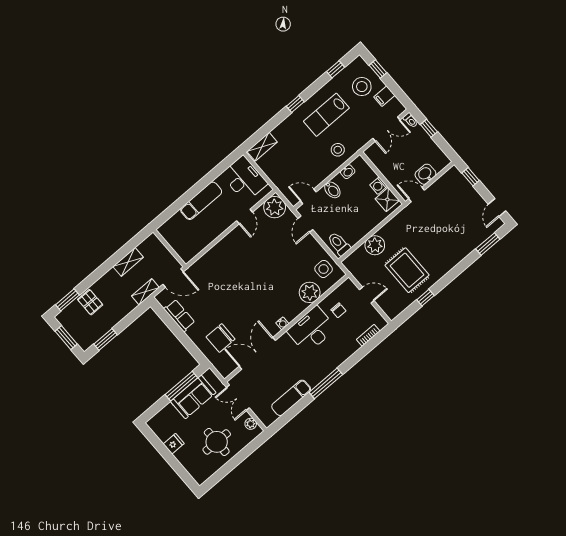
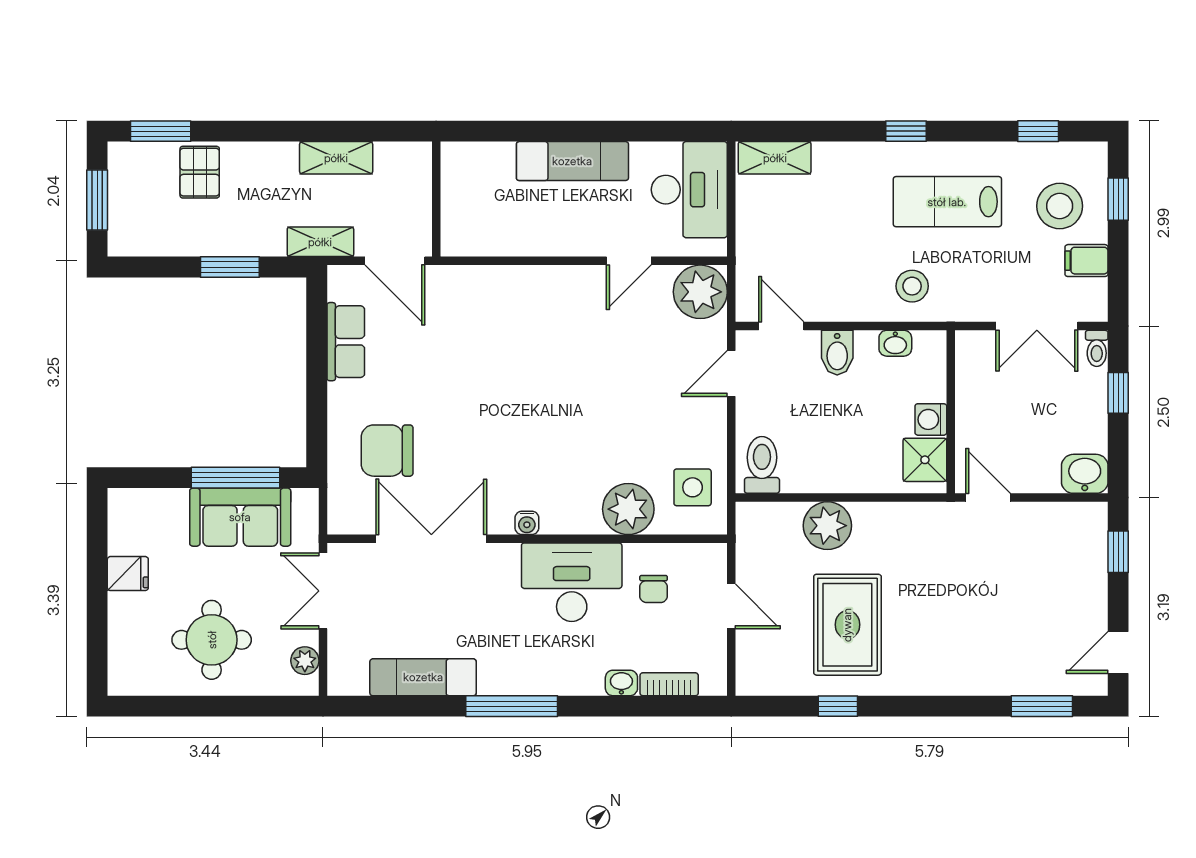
washbasin: (425, 174) -> (1085, 474), moved
window: (106, 339) -> (230, 267), moved
washbasin: (353, 347) -> (621, 683), added

